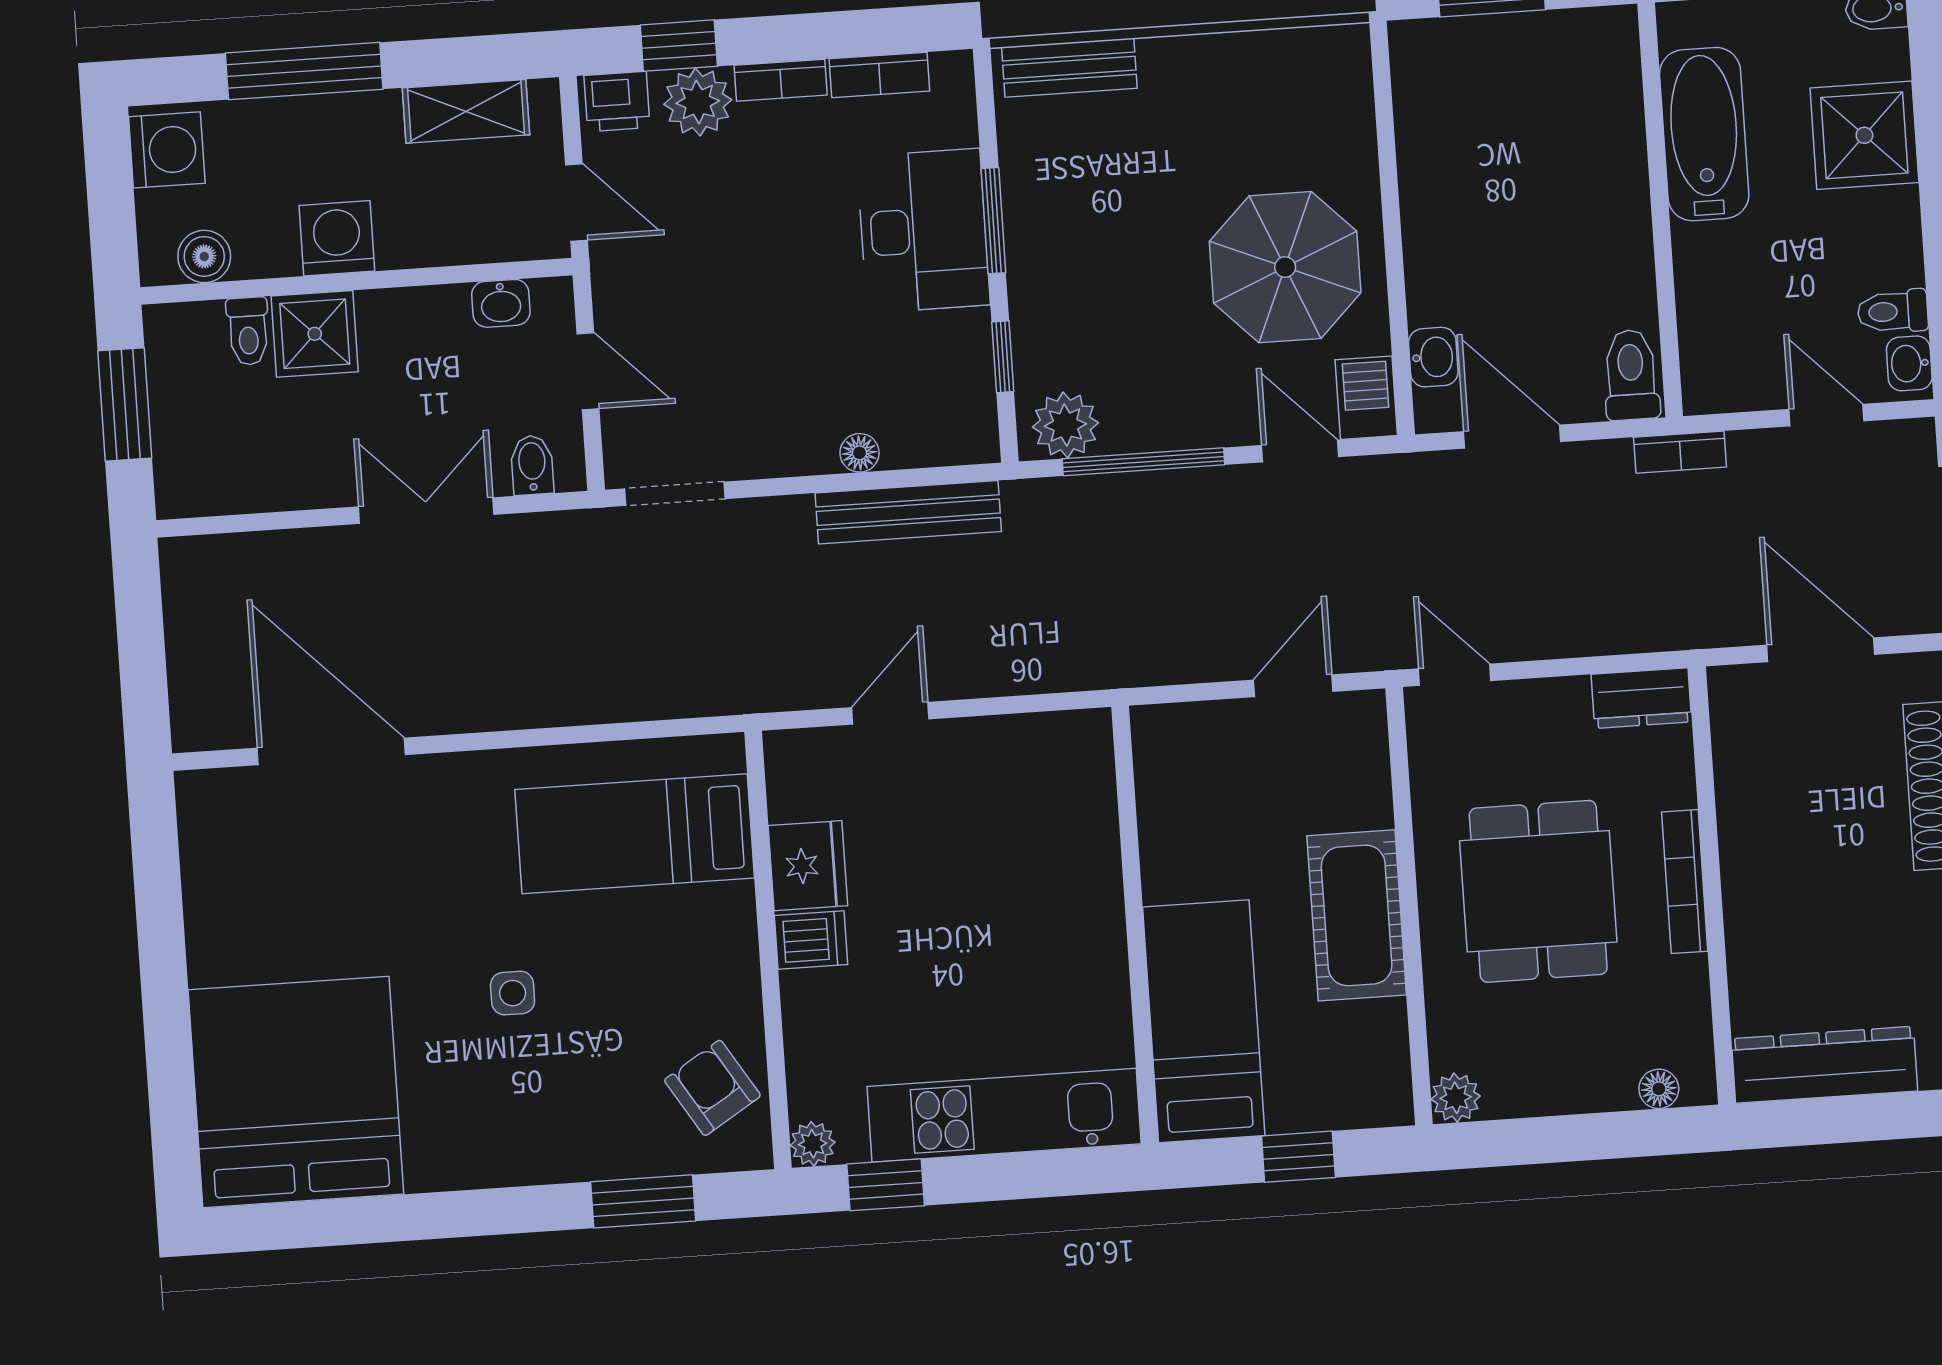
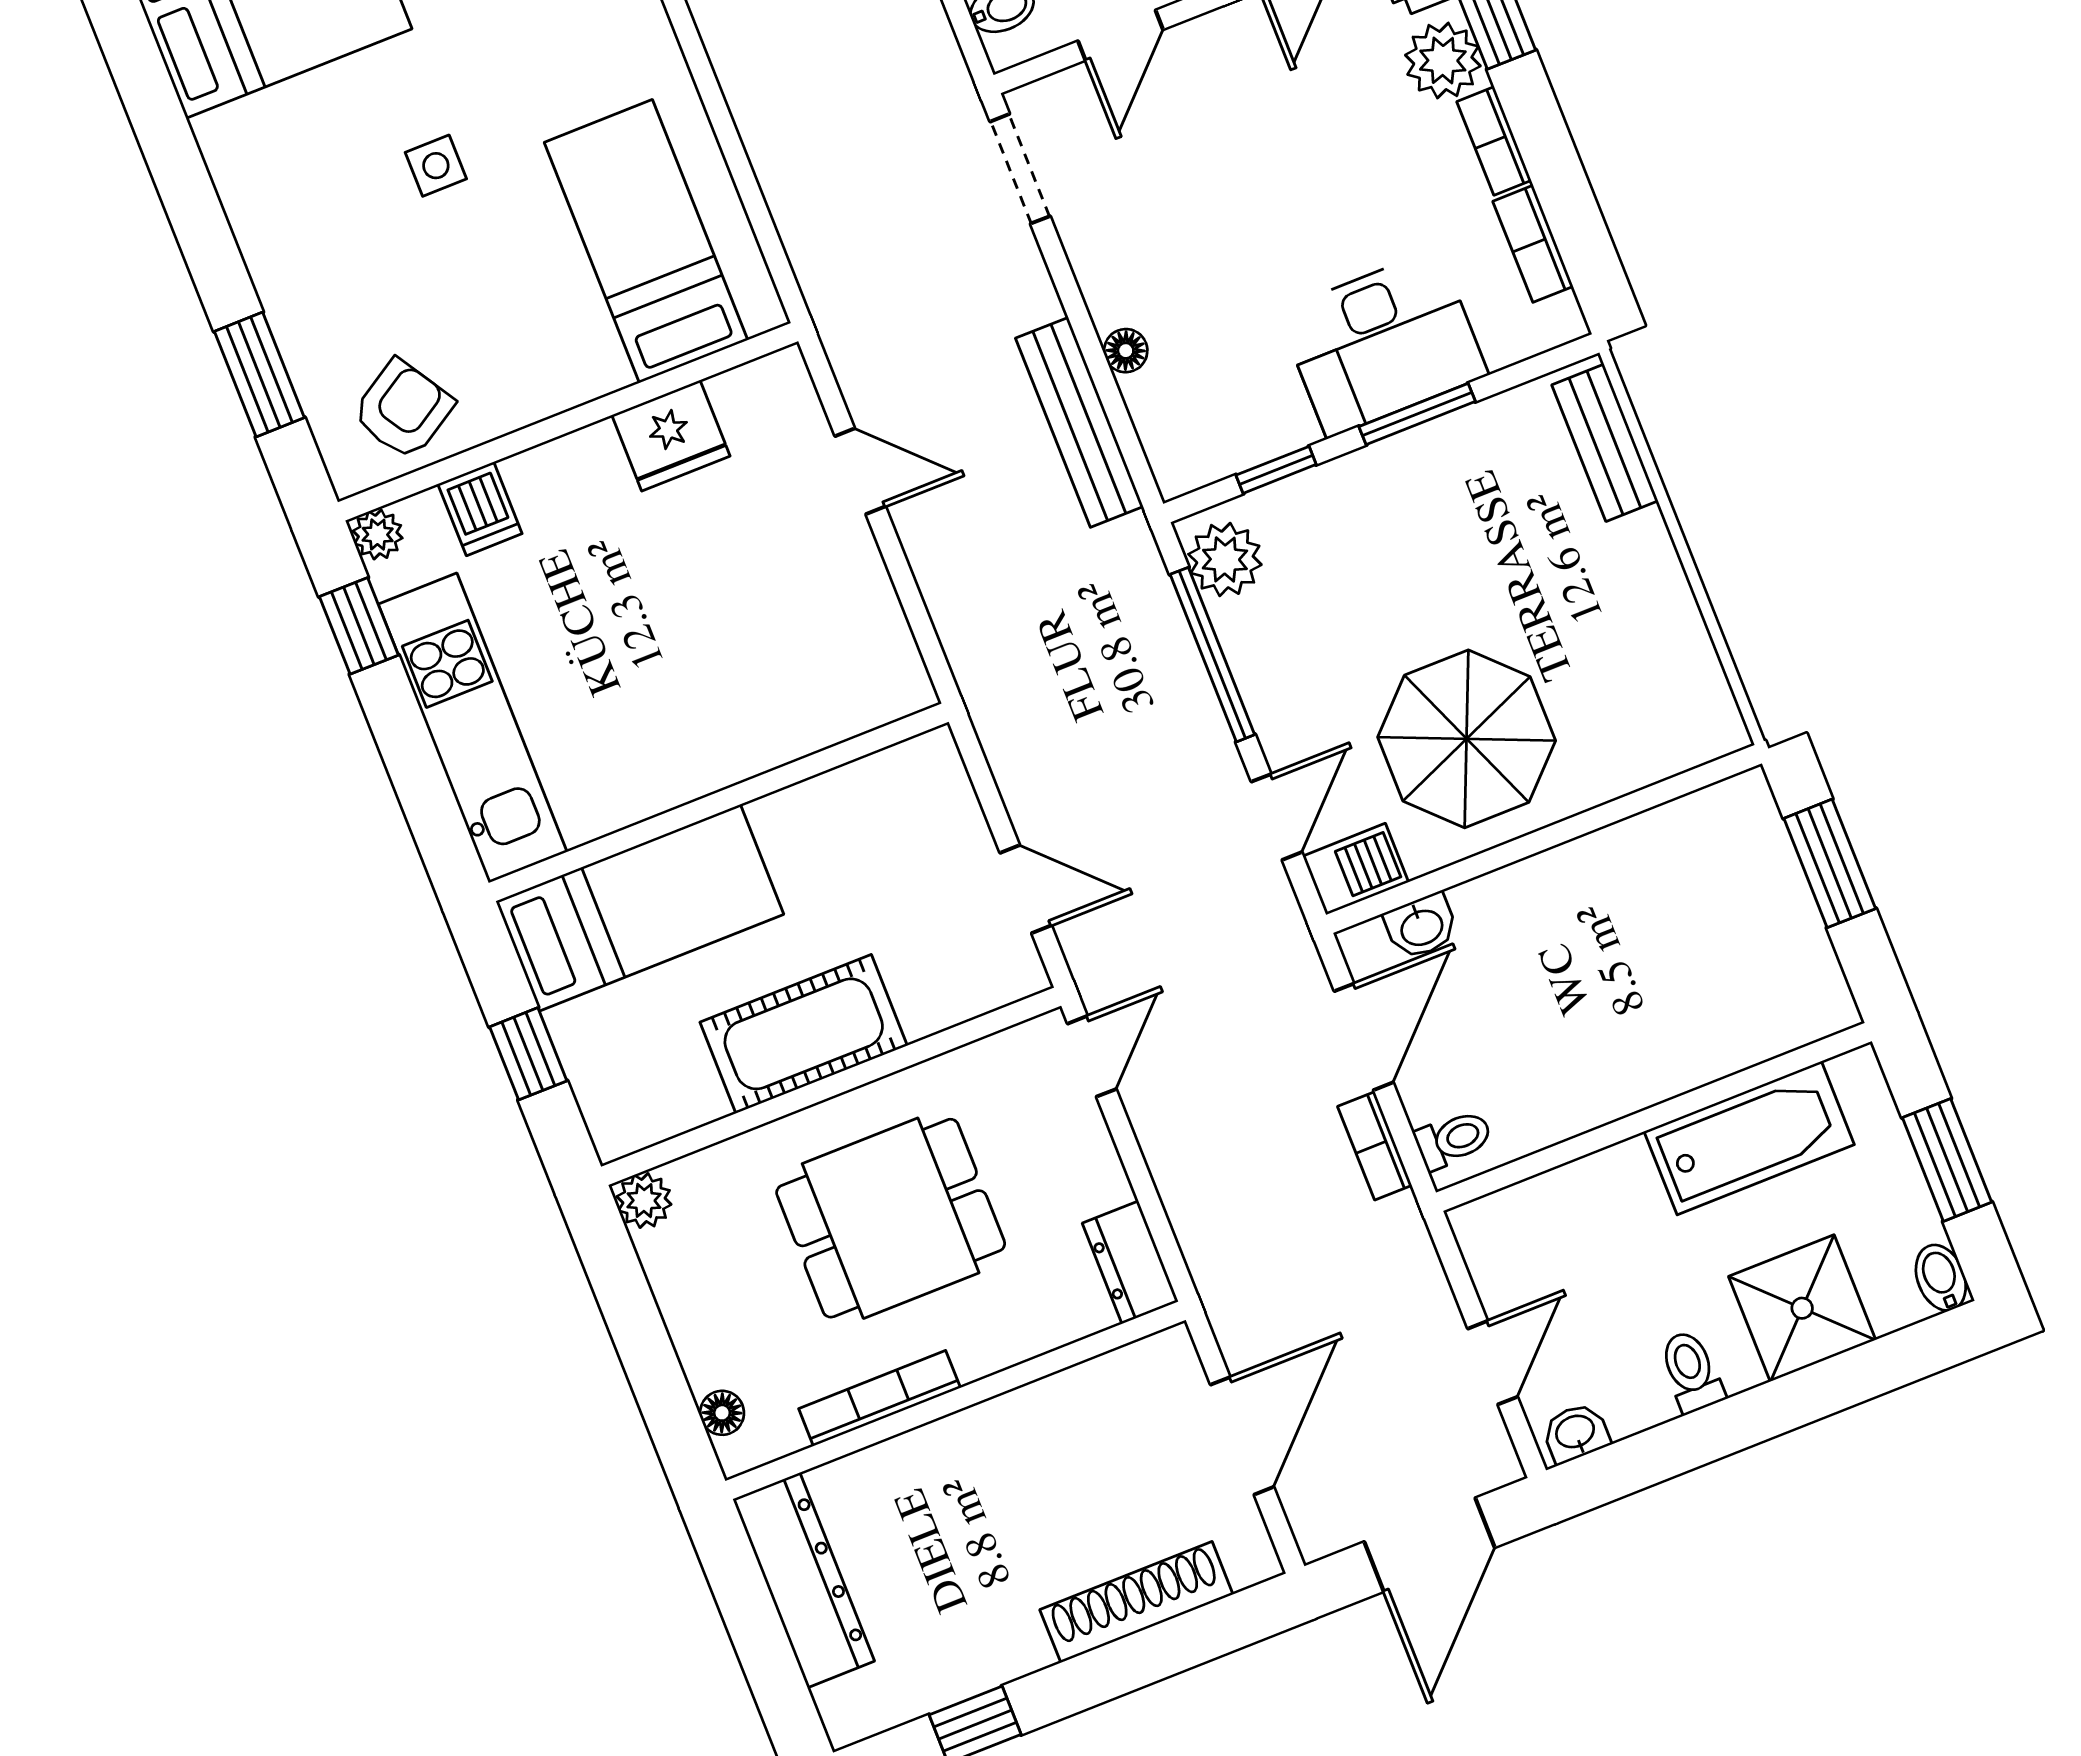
toilet: (1893, 311) -> (1691, 1372), moved
toilet: (1631, 375) -> (1453, 1139), width x0.73, depth x0.72
bookcase: (1680, 452) -> (1375, 1146), moved
bookcase: (1685, 882) -> (880, 1398), moved
dishwasher: (811, 940) -> (480, 509), moved

